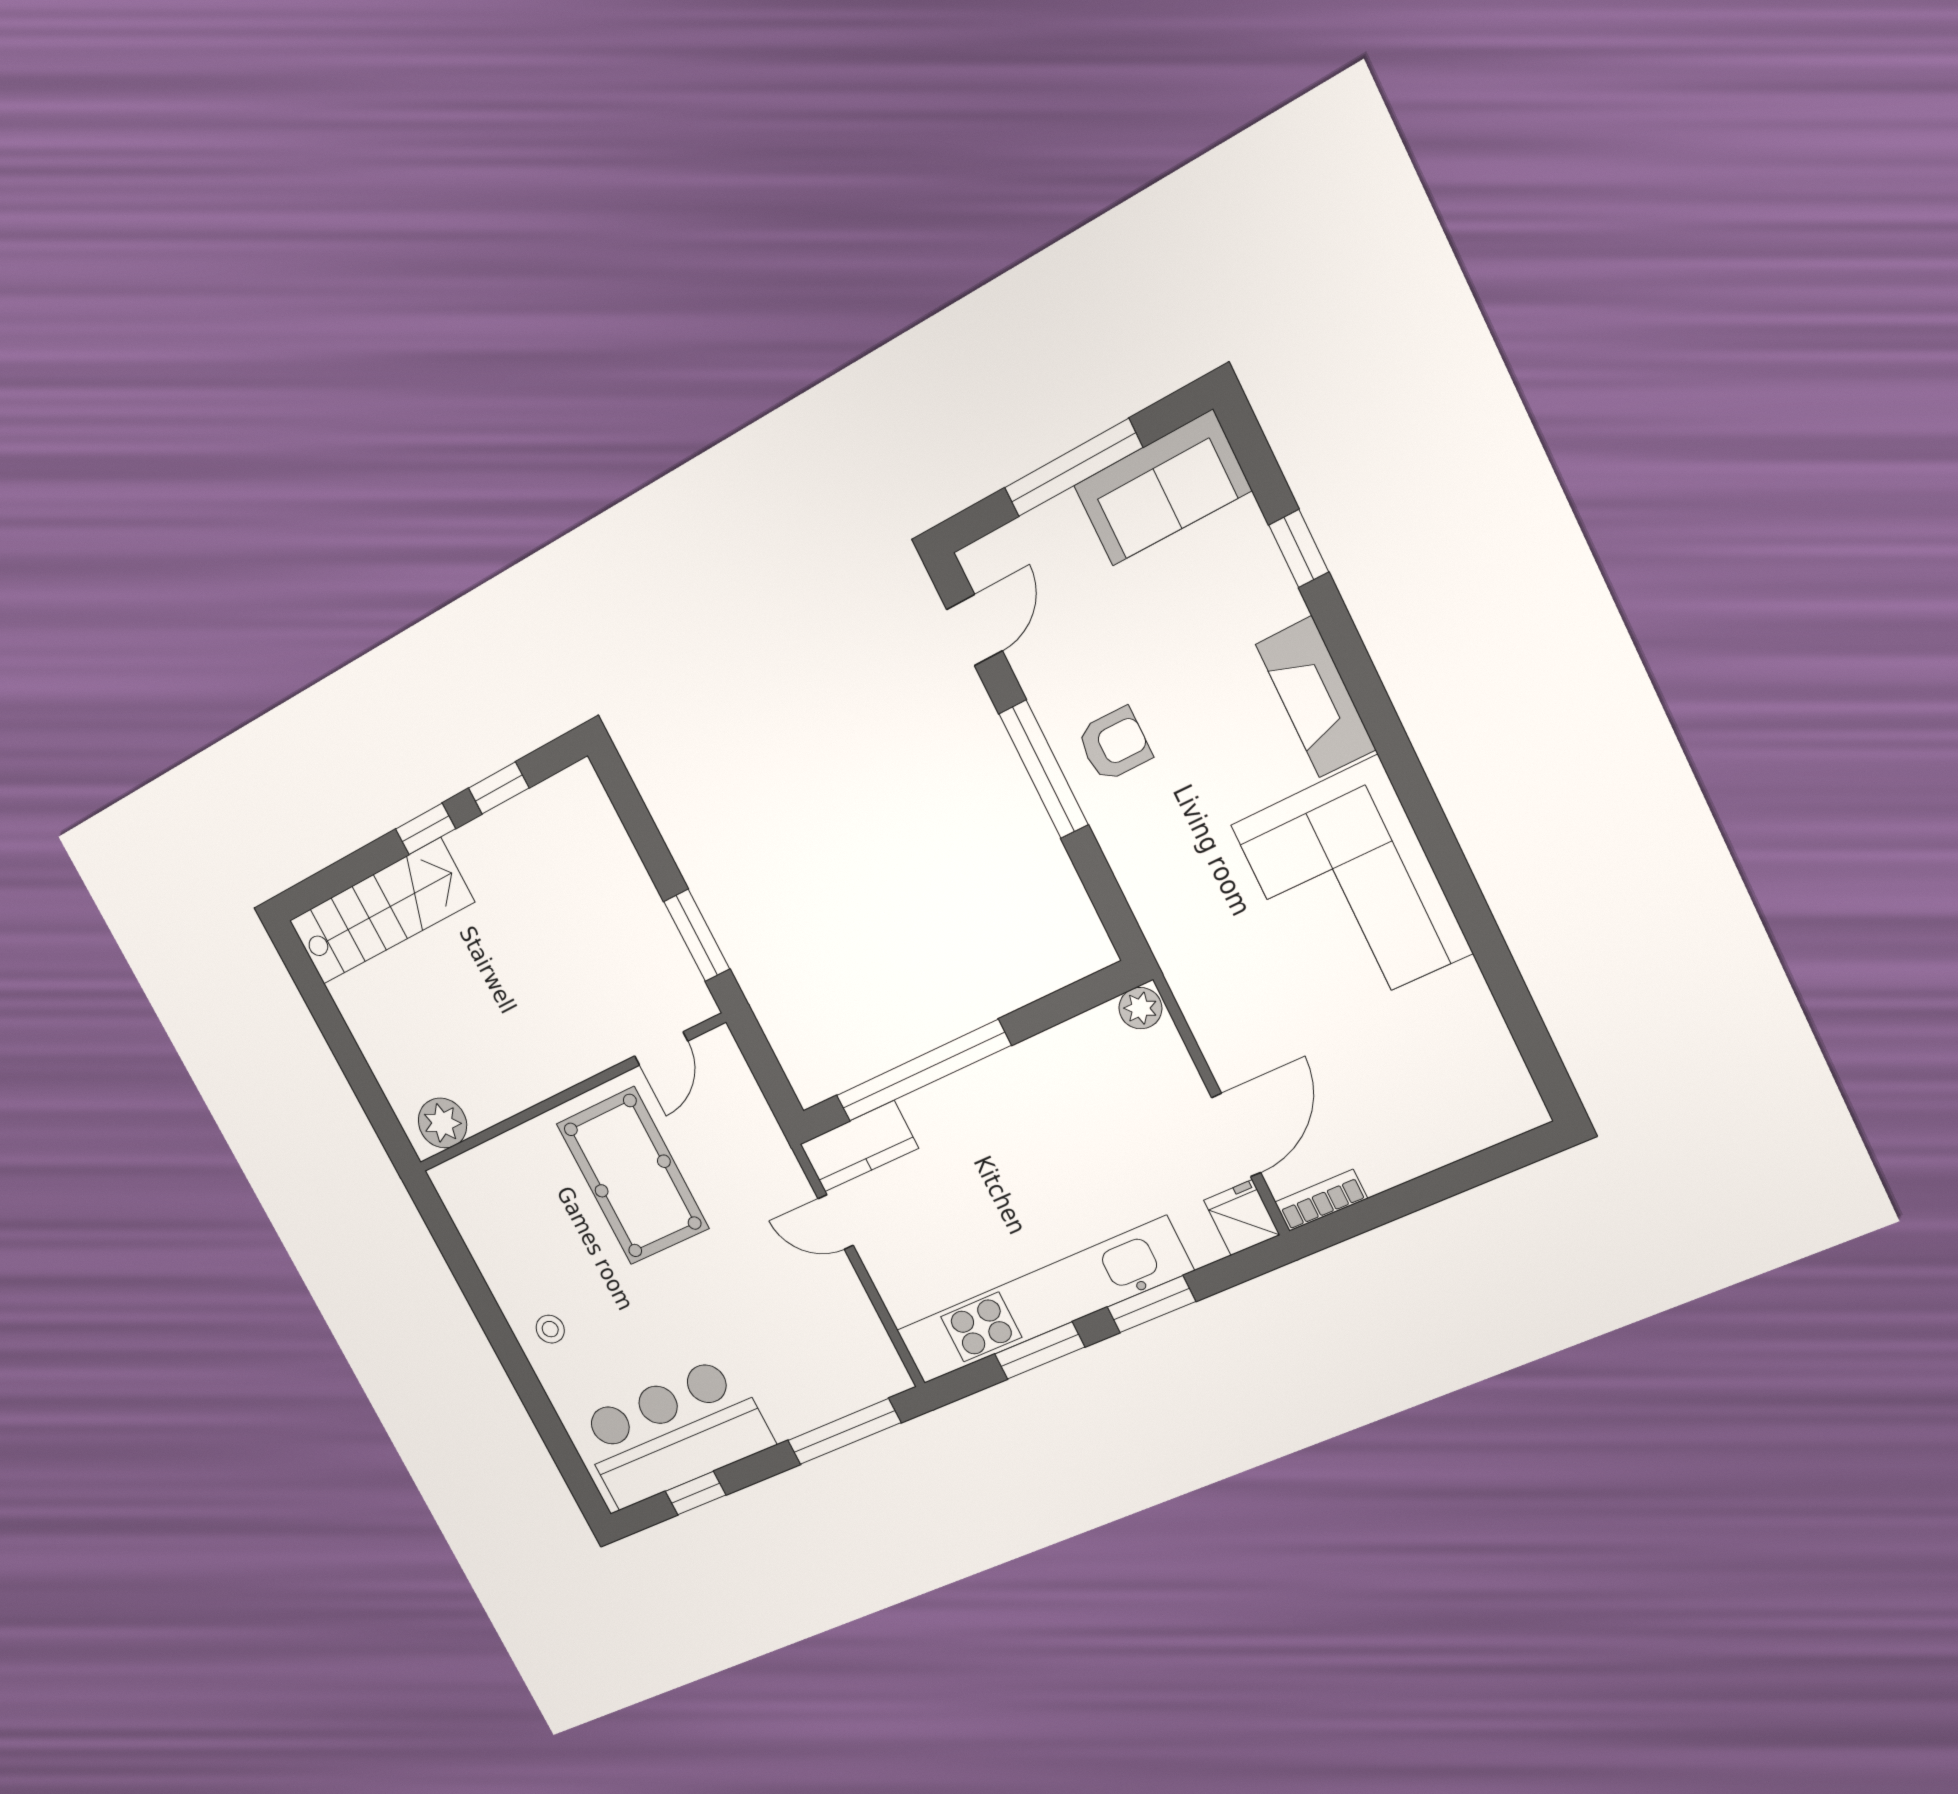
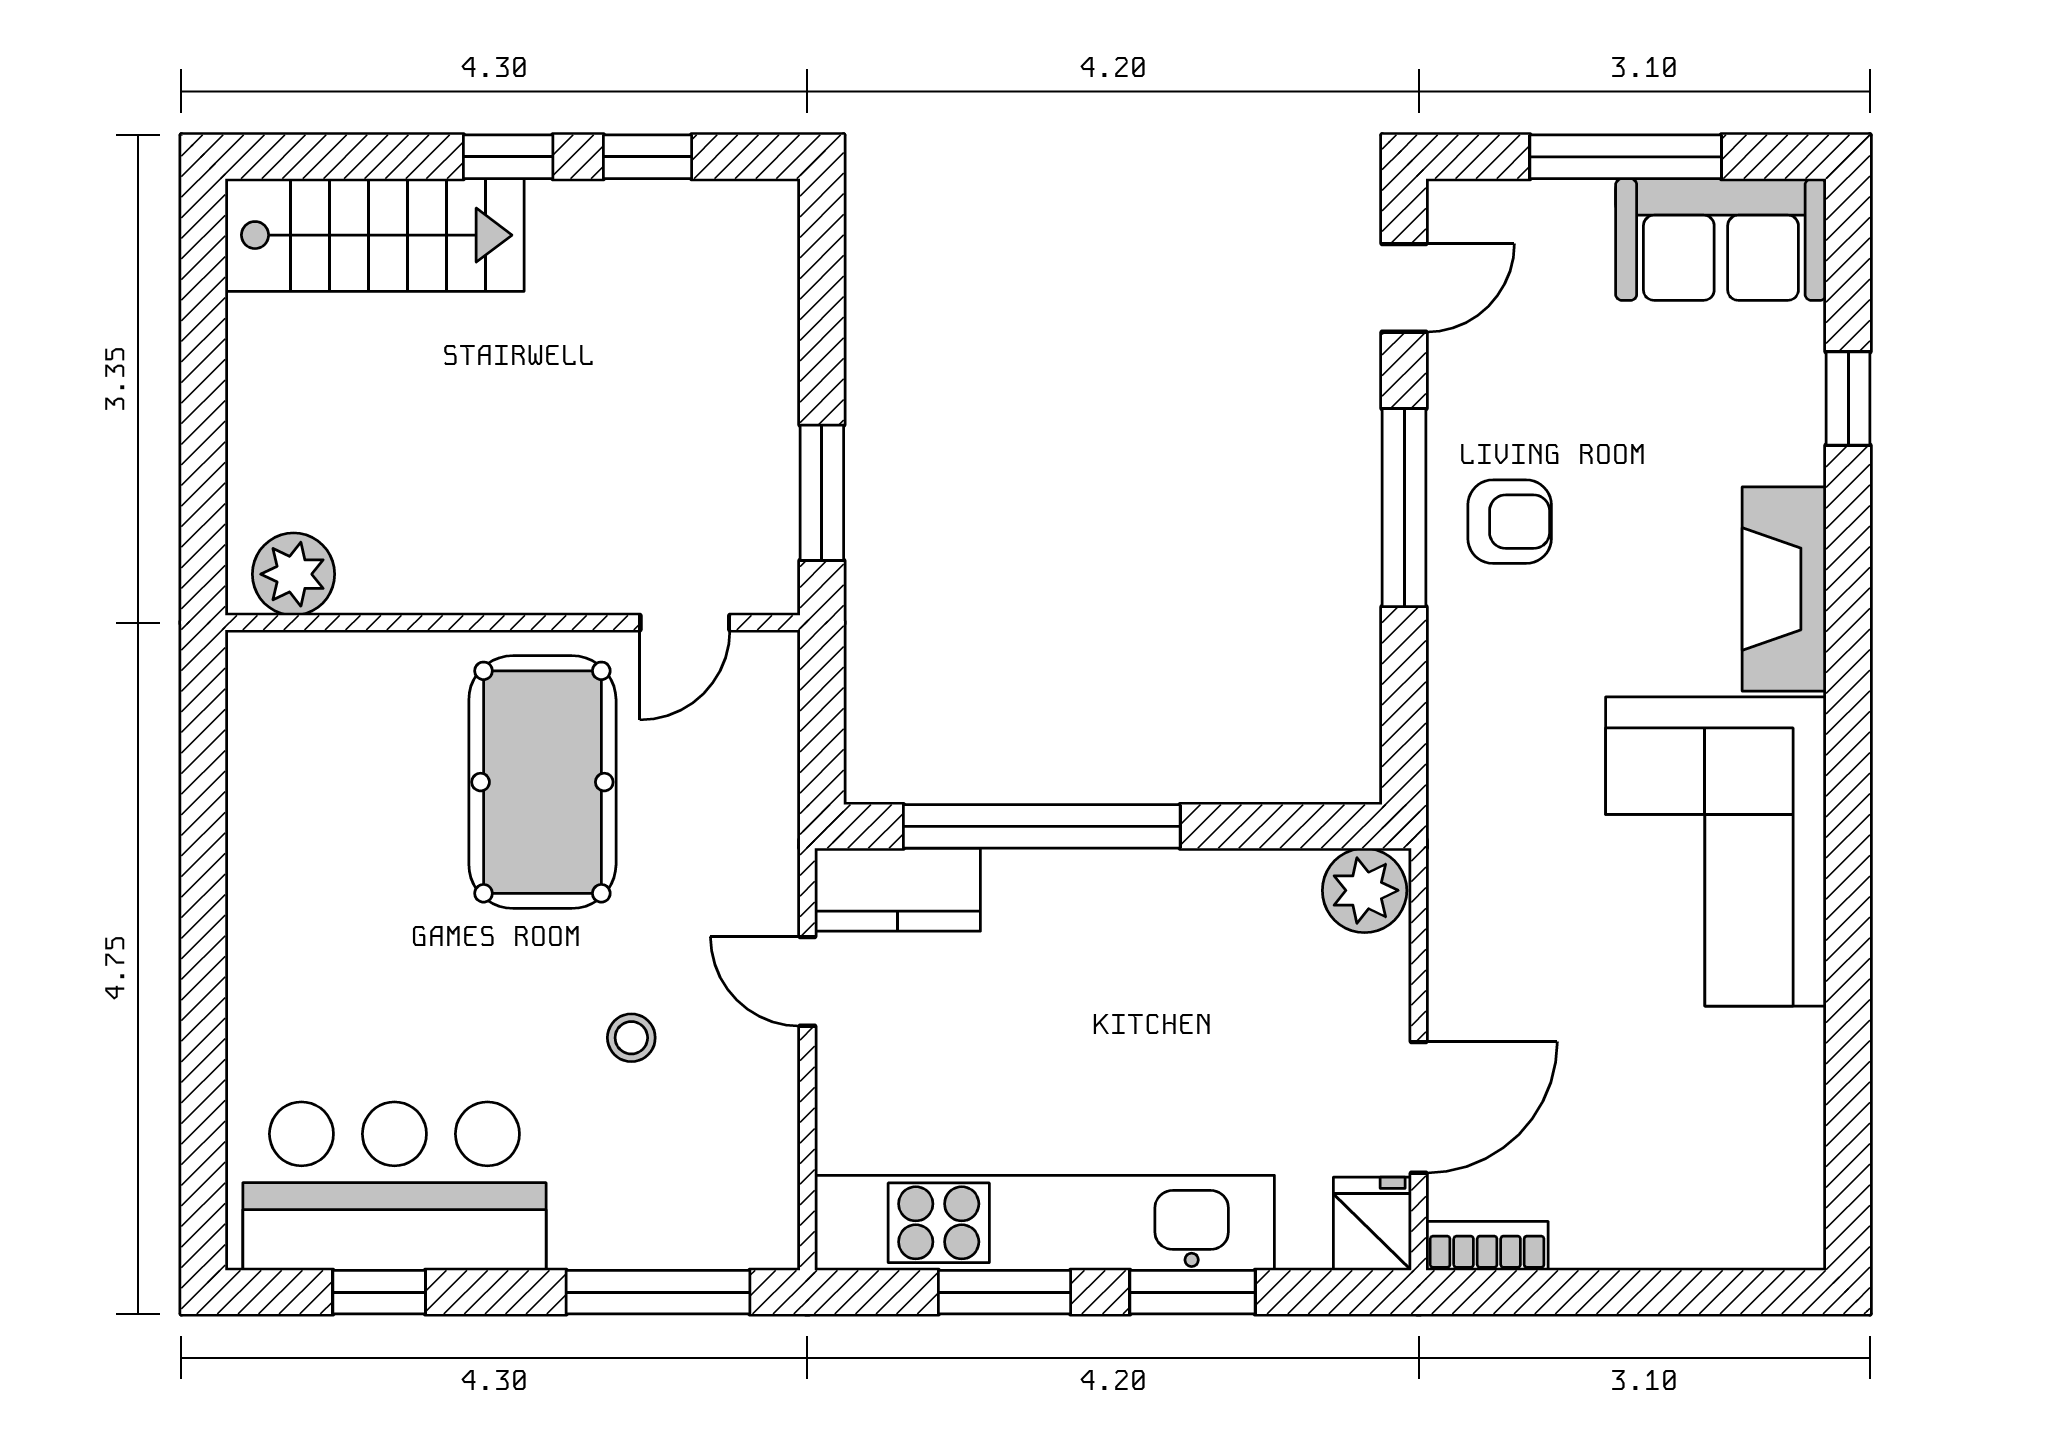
plant: (1140, 1008) -> (1365, 890), width x1.38, depth x1.38
stool: (550, 1329) -> (631, 1038), moved

